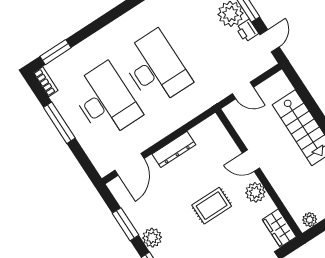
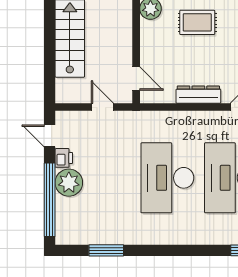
door: (270, 41) -> (50, 136), hinge flipped
door: (251, 161) -> (136, 79), moved

